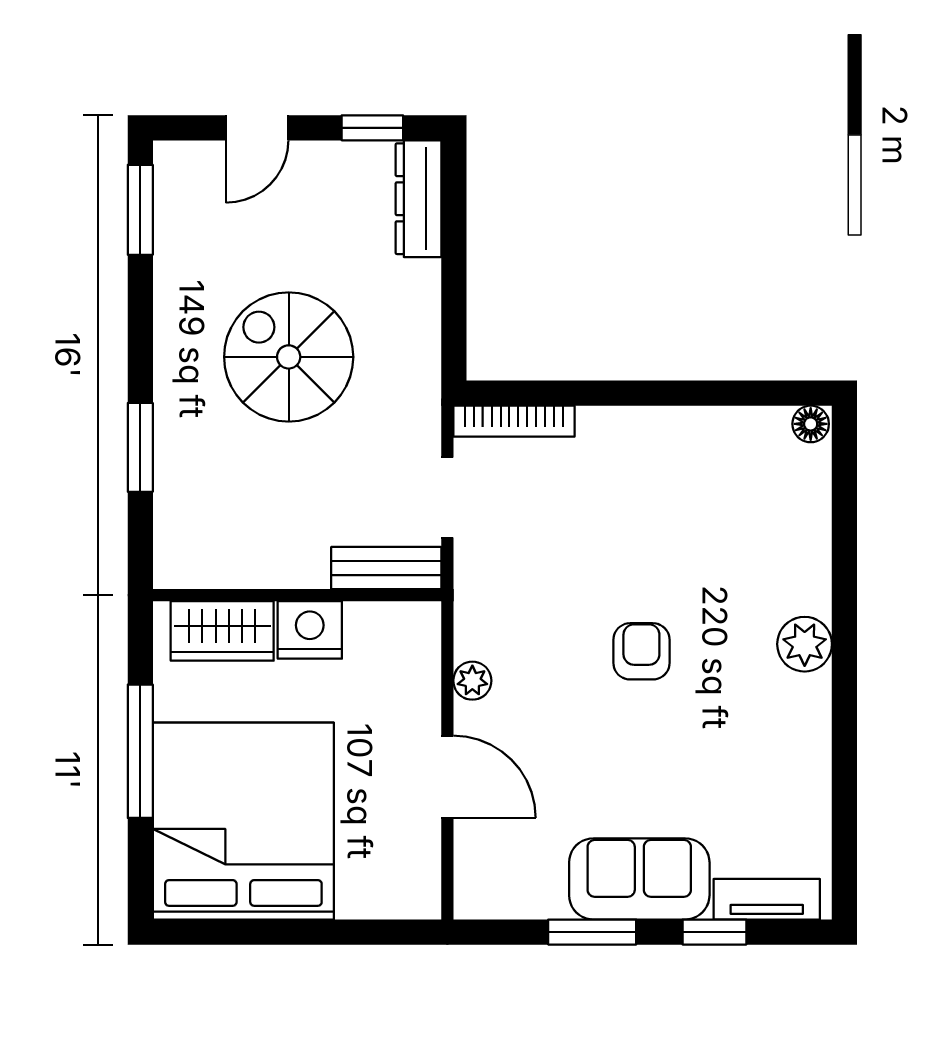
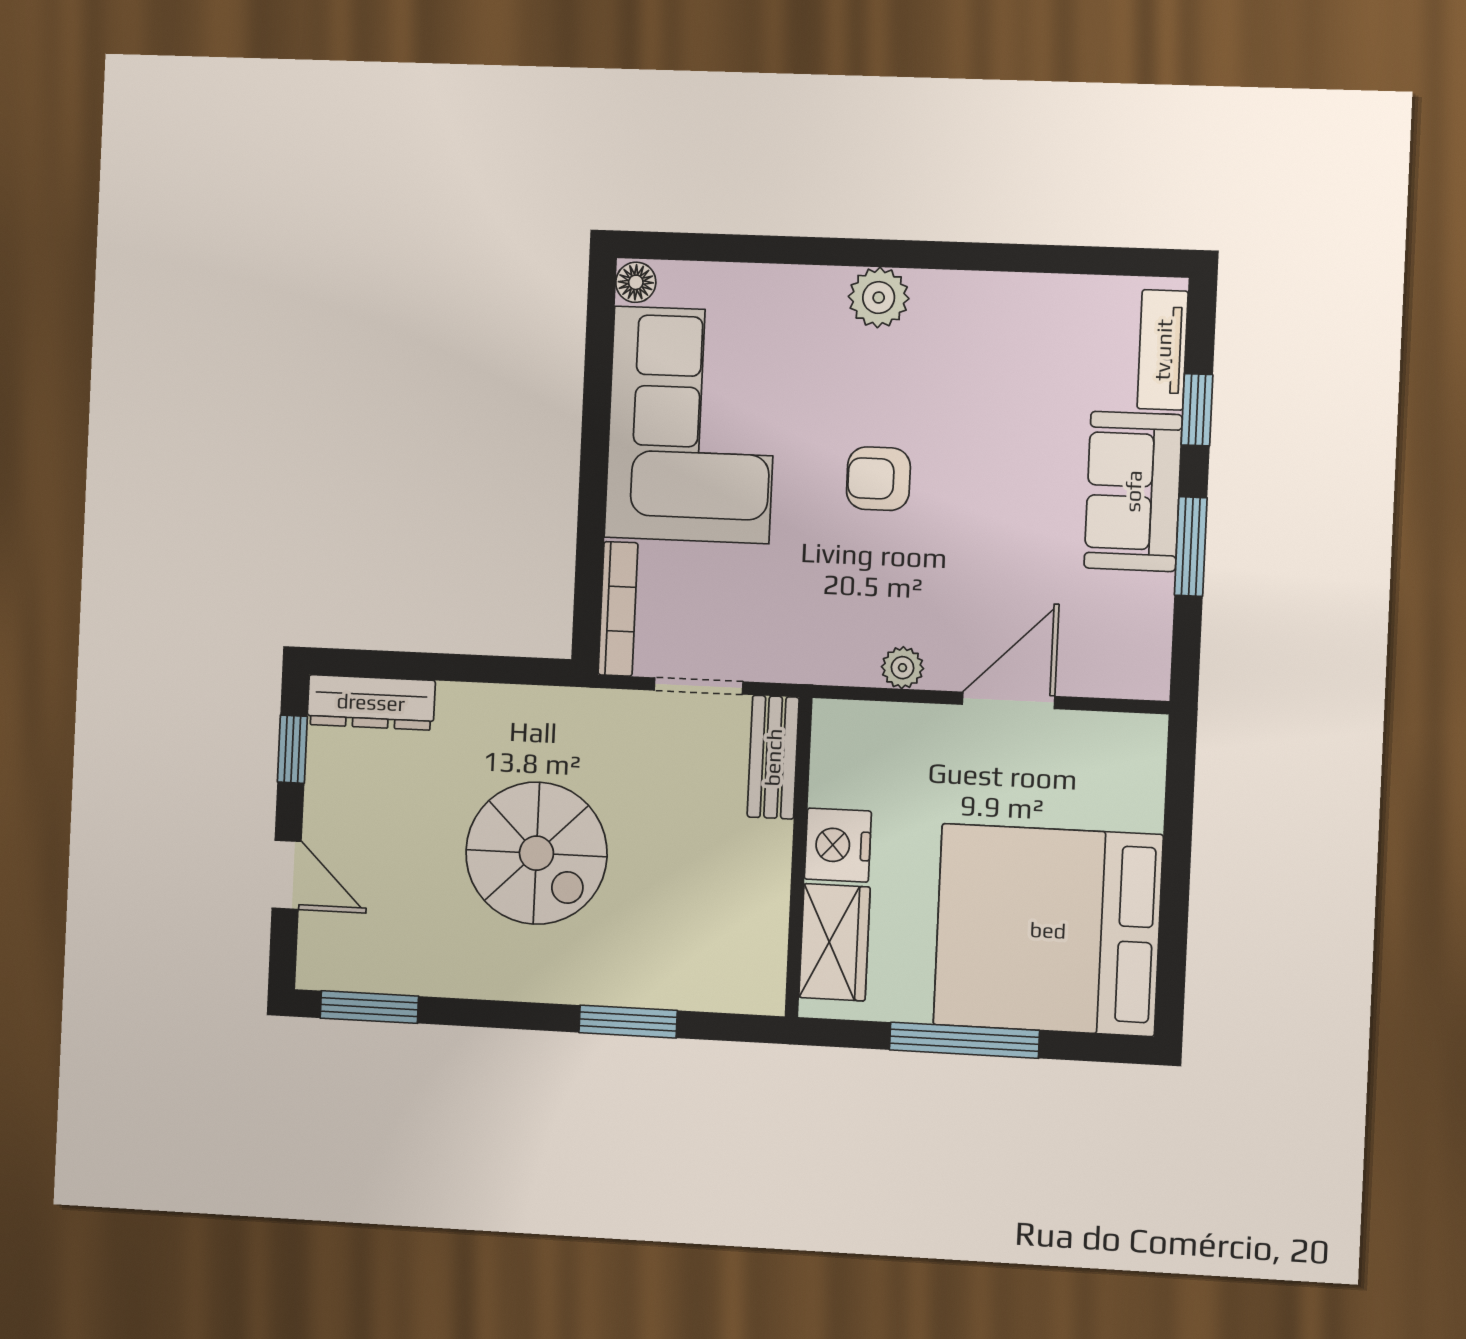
spiral stairs: (289, 357) -> (536, 853), turned -90
corner sofa: (683, 481) -> (692, 425), added

